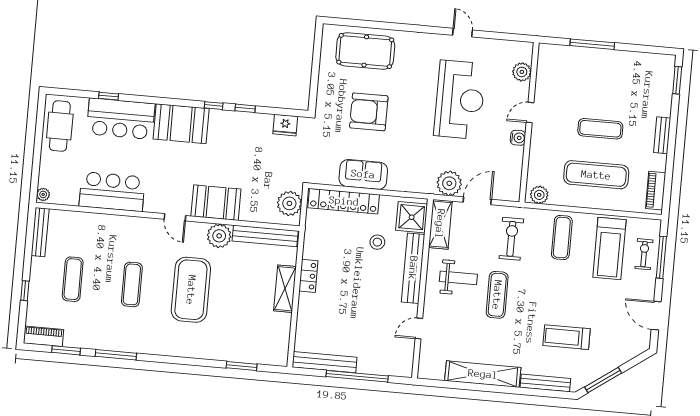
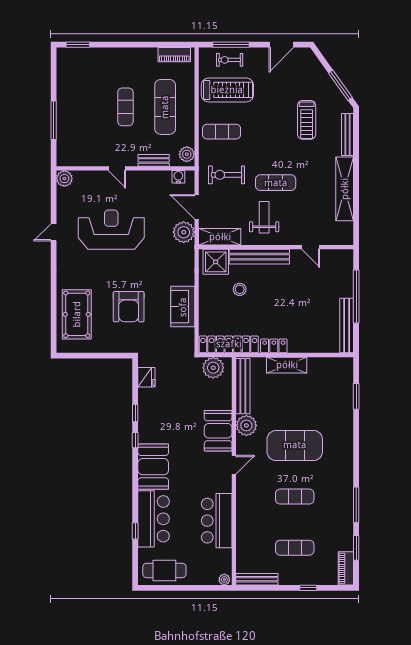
plant: (522, 72) -> (64, 179), moved
bench: (662, 135) -> (154, 160), moved
water cooler: (518, 138) -> (178, 177), moved
locker: (344, 201) -> (229, 344), moved, turned -90

